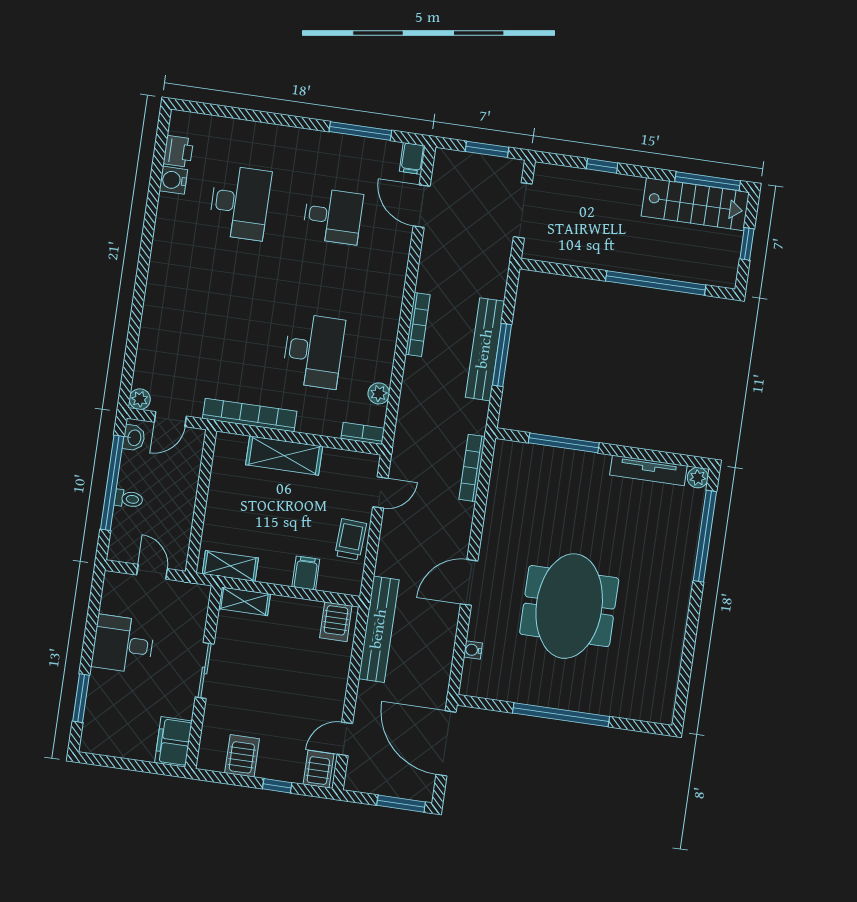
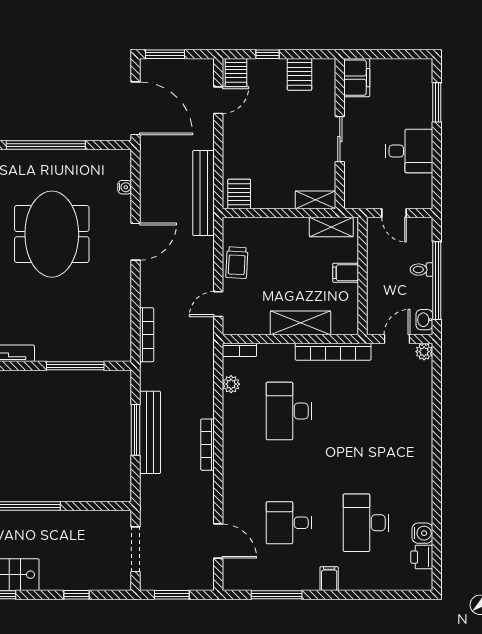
filing cabinet: (412, 159) -> (329, 579), moved
filing cabinet: (306, 573) -> (346, 273), moved, turned 90

